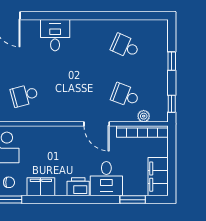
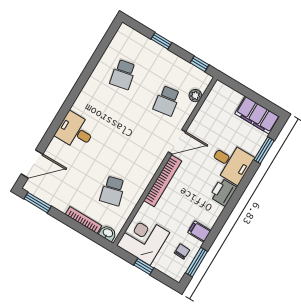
school desk: (125, 46) -> (123, 74), turned -36
school desk: (125, 95) -> (167, 101), turned -30
bookcase: (142, 131) -> (163, 181), moved
filing cabinet: (41, 187) -> (199, 232), width x0.50

